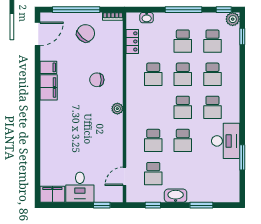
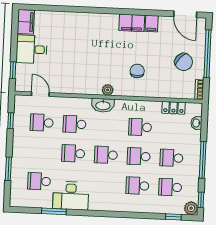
school desk: (212, 107) -> (39, 181), moved
washbasin: (176, 196) -> (103, 105), moved, turned 90

